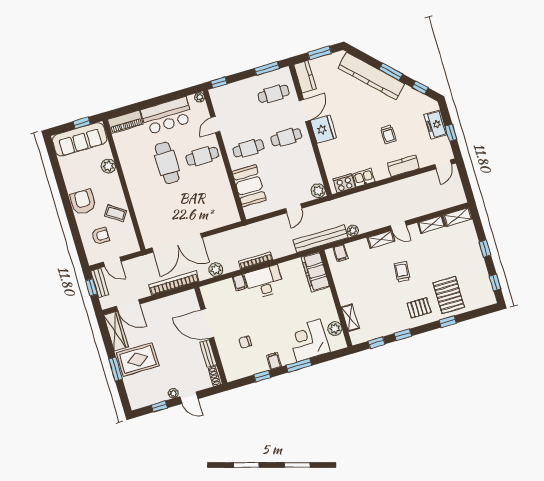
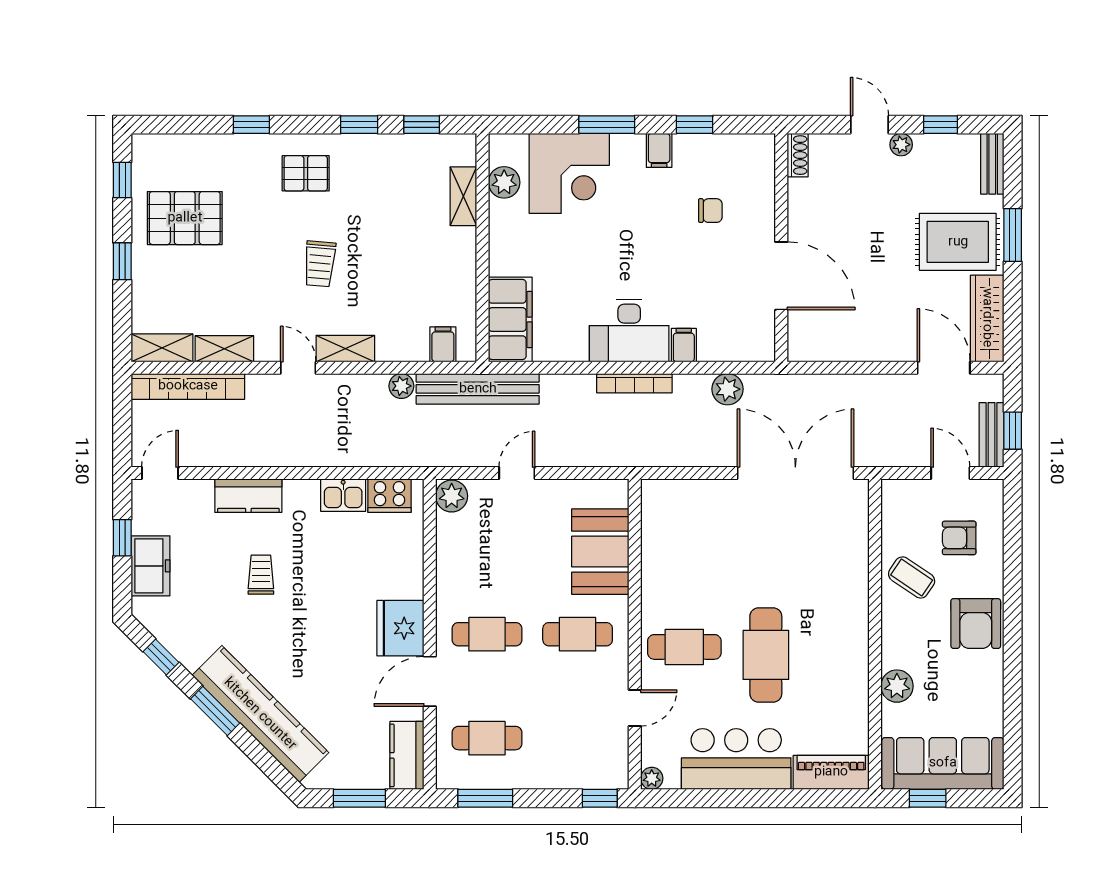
bookcase: (174, 283) -> (188, 386), moved
pallet: (449, 295) -> (185, 218), moved, turned 90
bench: (208, 353) -> (992, 164), moved

